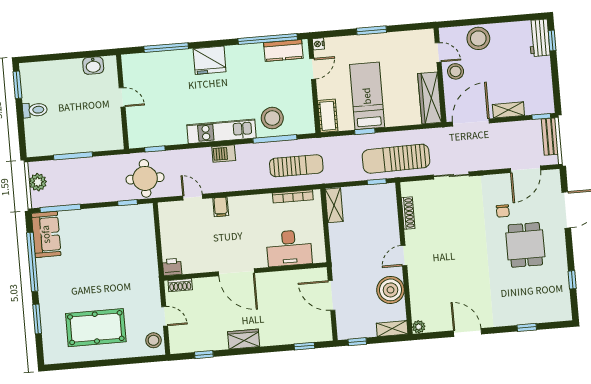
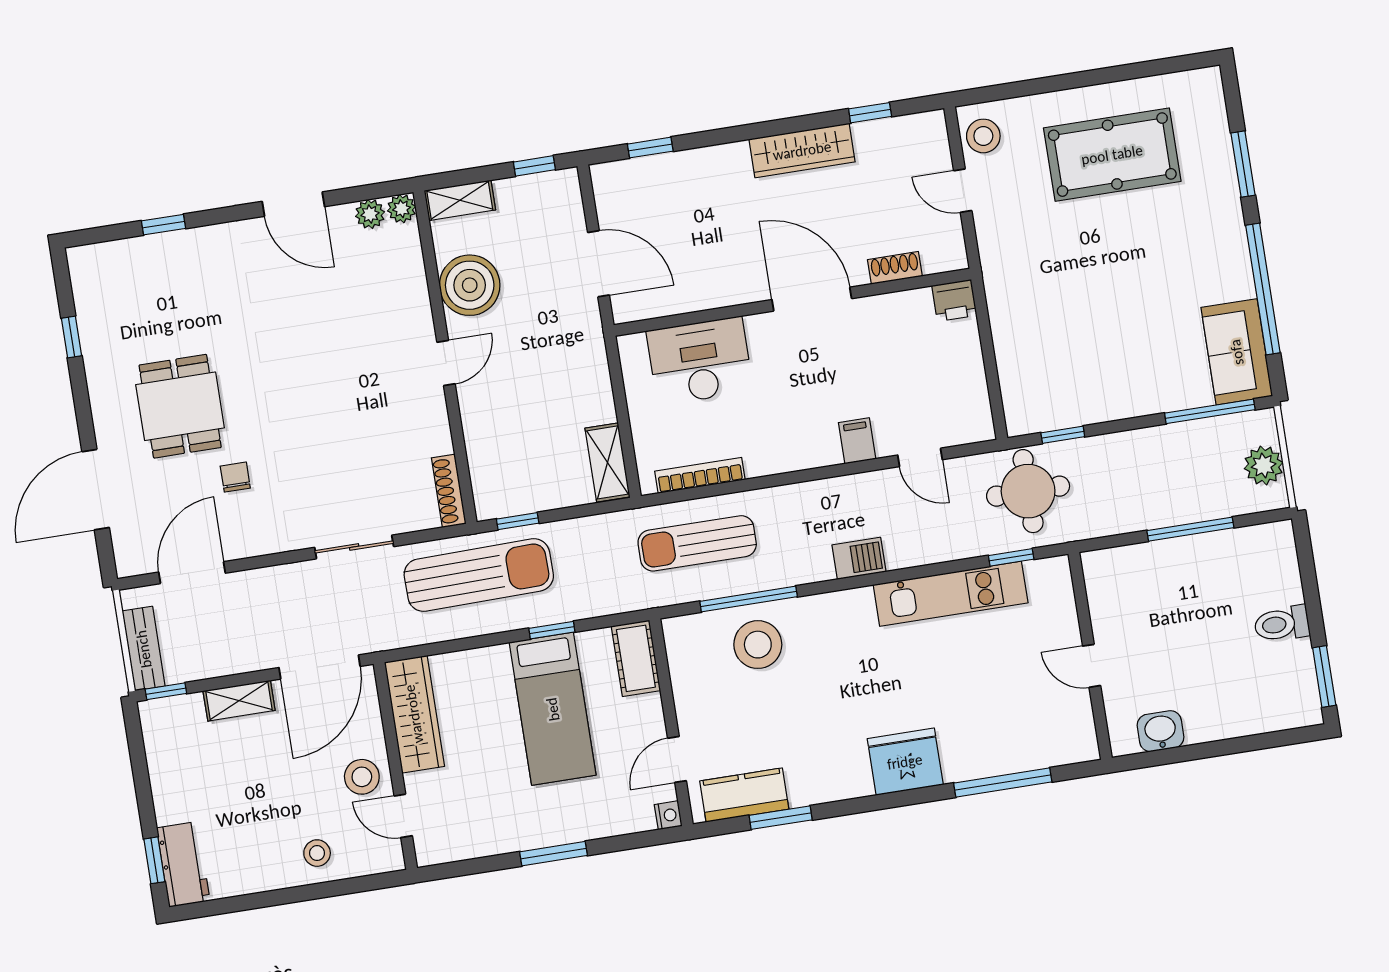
stool: (478, 38) -> (317, 853), width x0.53, depth x0.53
window: (268, 39) -> (781, 818), width x0.47
kitchen unit: (221, 131) -> (951, 594), moved
shoe rack: (408, 213) -> (449, 491), moved
shoe rack: (180, 285) -> (895, 268), moved
plant: (433, 325) -> (370, 214), added
wardrobe: (244, 339) -> (802, 151), width x1.50

